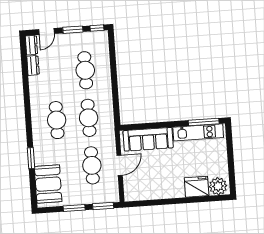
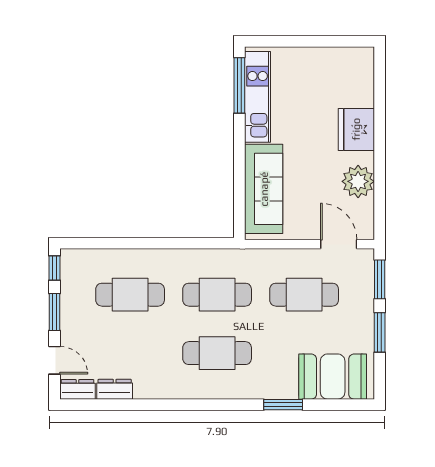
door: (120, 165) -> (339, 244), moved
plant: (218, 186) -> (358, 181), moved
fridge: (197, 187) -> (356, 129), moved

